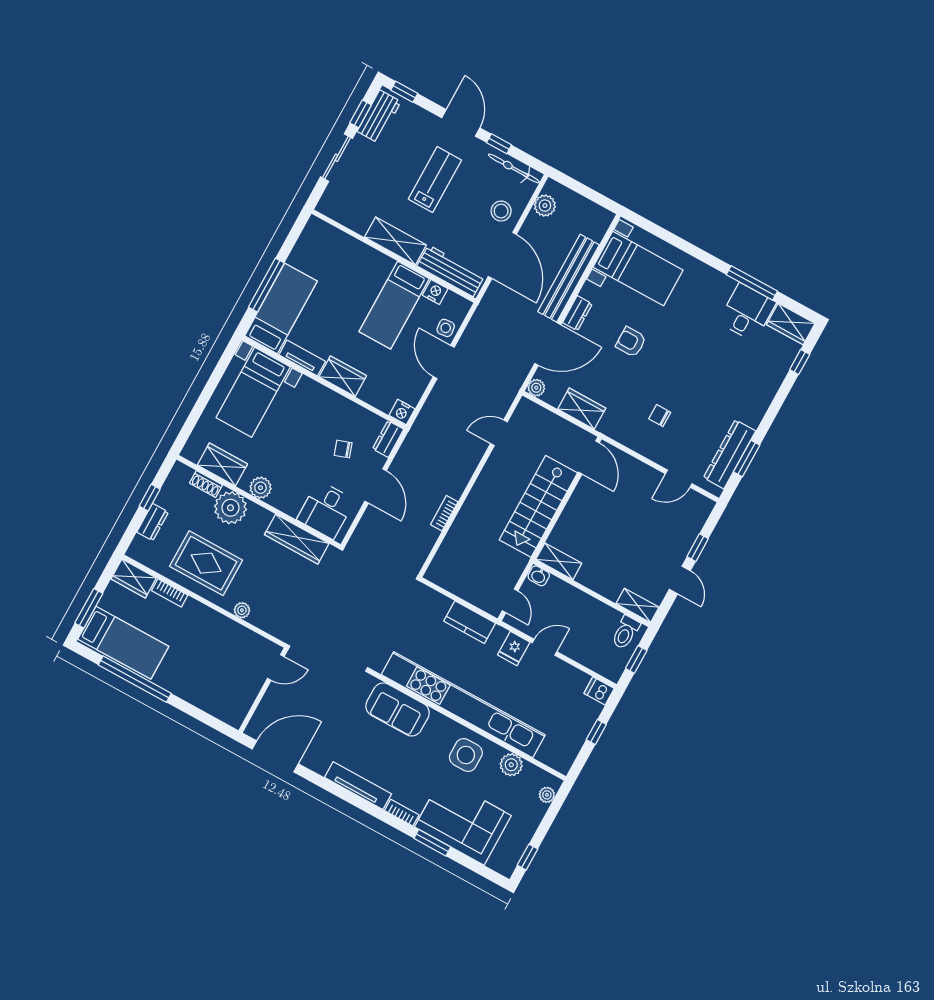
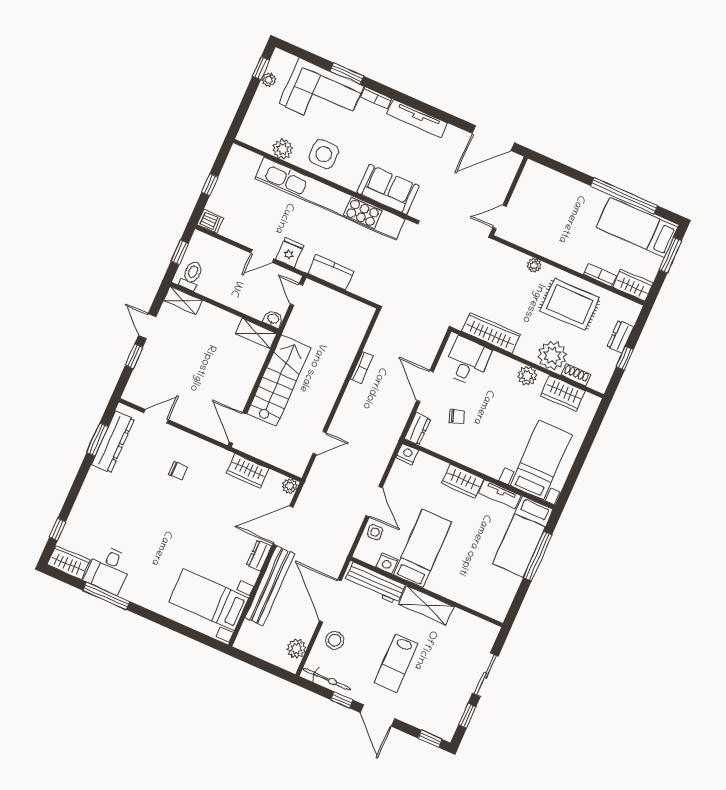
workbench: (379, 117) -> (451, 715), removed
armchair: (631, 342) -> (209, 534), removed
plant: (547, 795) -> (269, 80), moved

